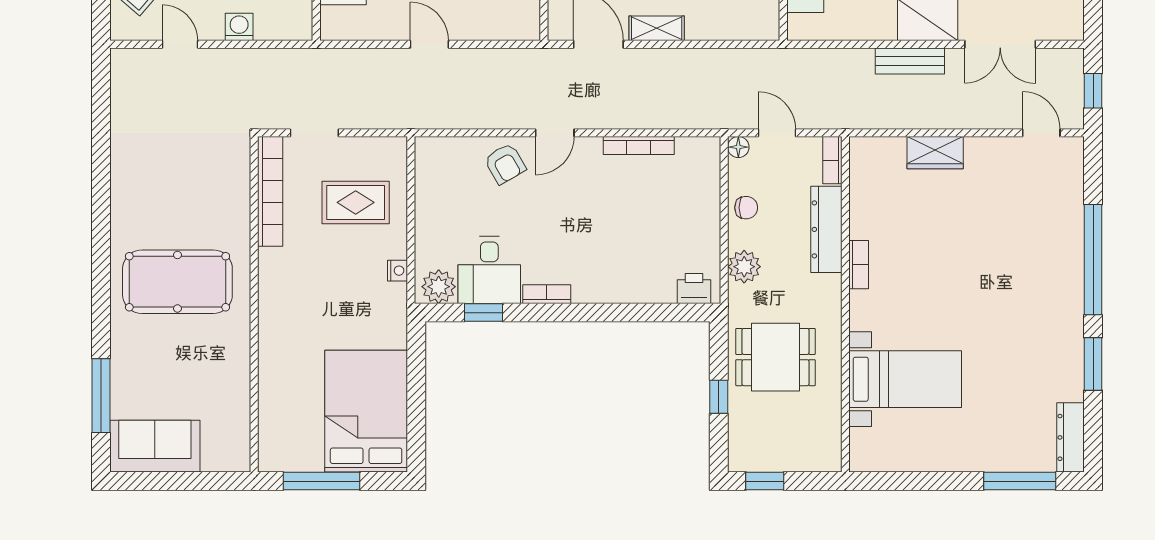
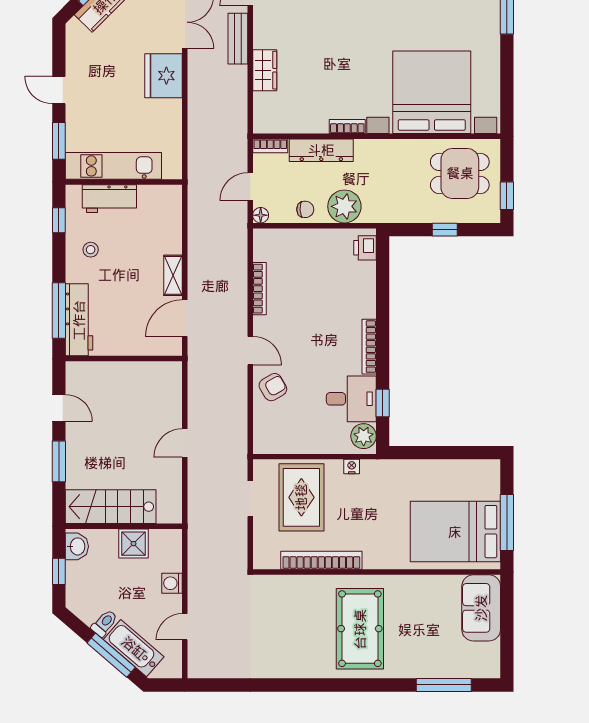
bench: (910, 61) -> (238, 39), moved
doorway: (314, 133) -> (250, 499), moved
bookcase: (270, 191) -> (321, 560), moved
rug: (356, 202) -> (301, 497), width x1.36, depth x1.43
chair: (746, 208) -> (305, 209), turned 88
plant: (744, 267) -> (344, 206), width x1.36, depth x1.36
bookcase: (547, 294) -> (369, 347), width x1.56
dining table: (776, 357) -> (460, 173), moved, turned 90
bed with nightstands: (905, 379) -> (432, 92), width x1.85
bed: (366, 411) -> (455, 532), moved
sofa: (155, 446) -> (481, 608), moved

